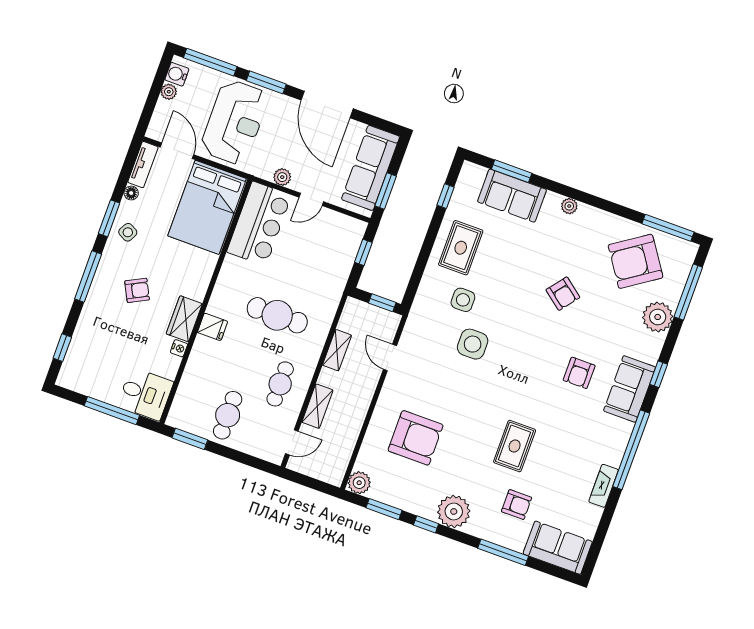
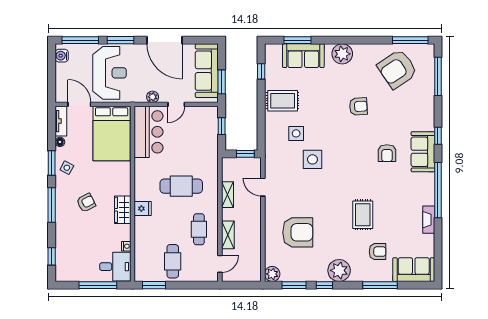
plant: (169, 92) -> (61, 69), removed
plant: (569, 206) -> (342, 54), width x1.87, depth x1.87
rug: (461, 248) -> (283, 101), turned 90
armchair: (563, 294) -> (358, 106), turned -41
plant: (658, 317) -> (424, 99), removed
nightstand: (179, 348) -> (126, 246), moved

